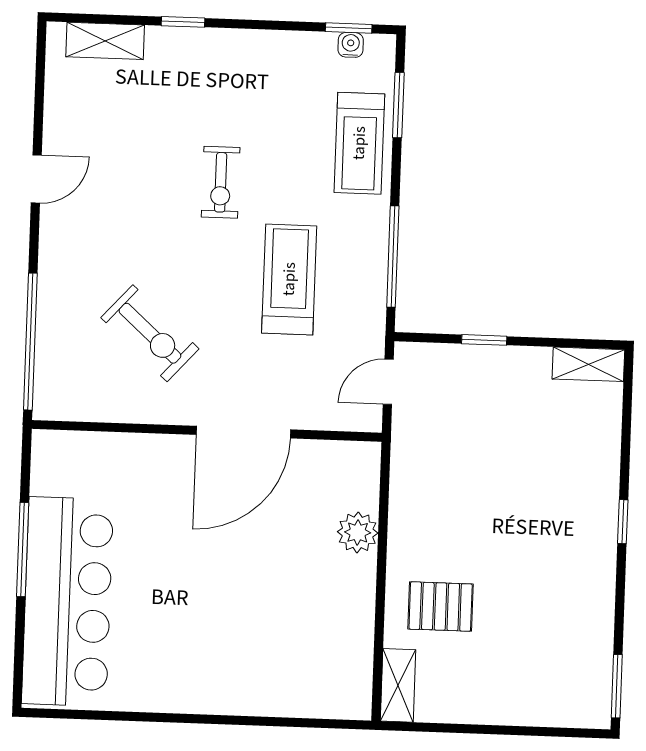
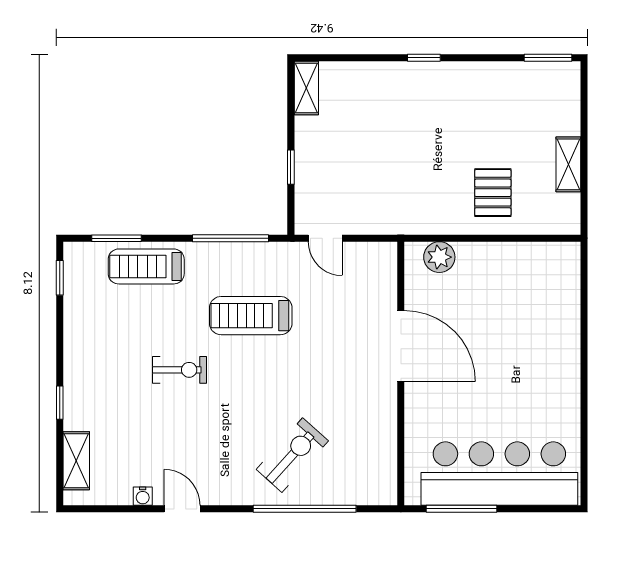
water cooler: (351, 45) -> (143, 496), moved, turned -90
treadmill: (359, 143) -> (146, 266), turned 180
exercise bike: (150, 333) -> (292, 455), moved
wall: (207, 431) -> (401, 374), moved
door: (243, 432) -> (401, 346), moved
shelving: (398, 685) -> (568, 164), moved, turned 90

